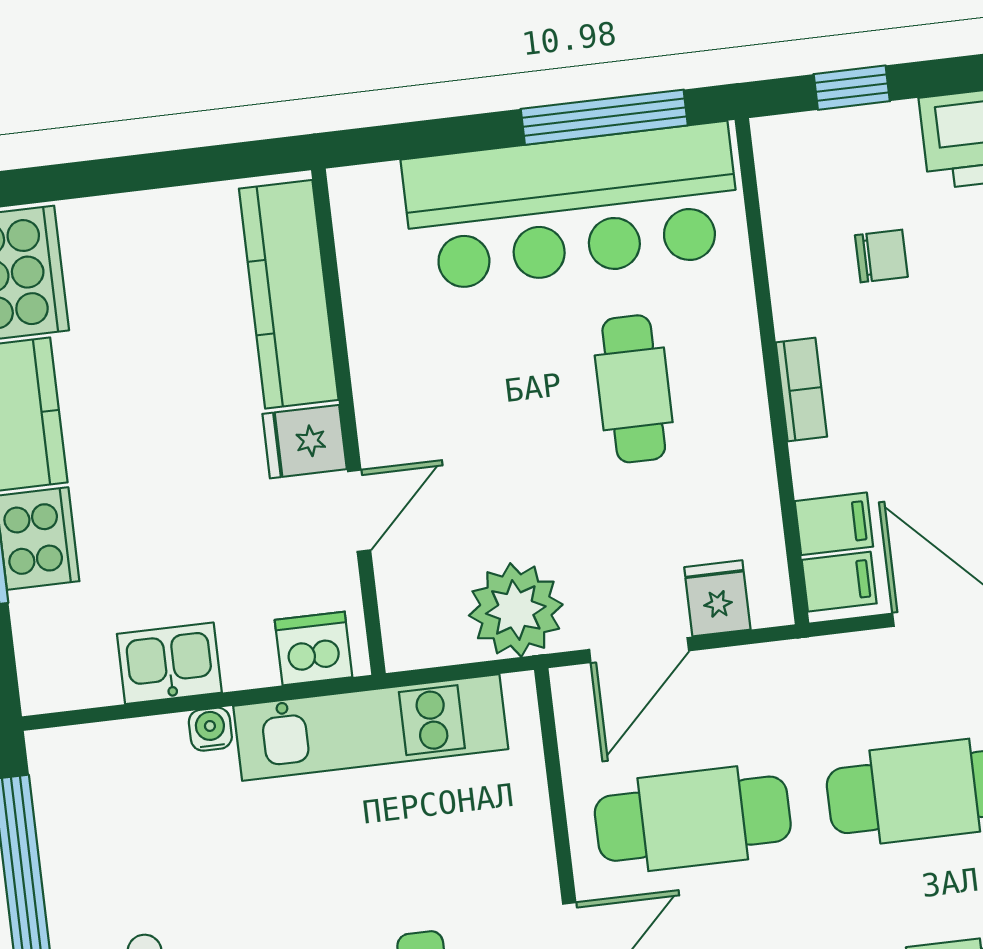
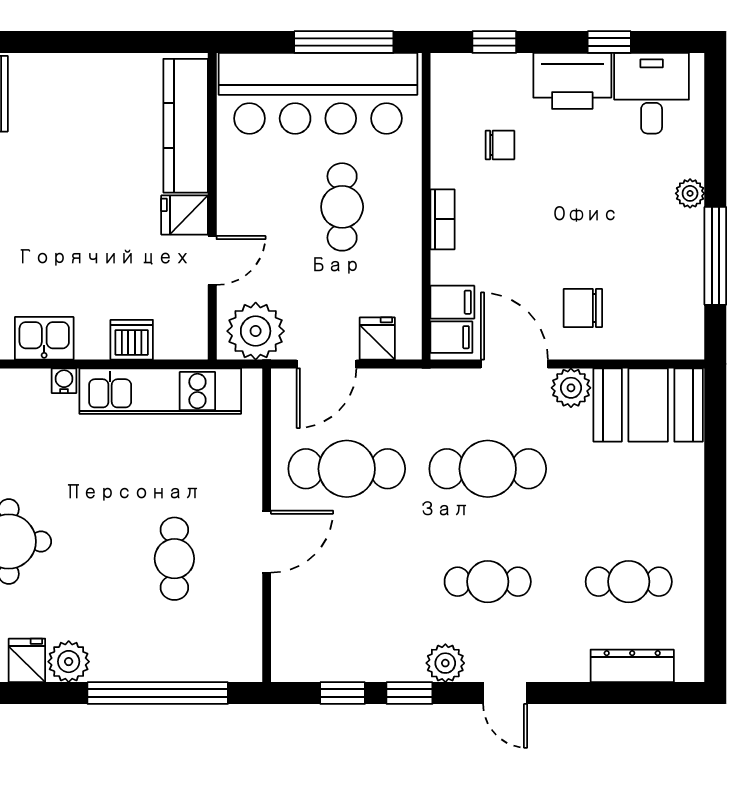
kitchen counter: (289, 294) -> (186, 126), moved
wall: (348, 422) -> (212, 206), moved
fridge: (305, 442) -> (185, 215), moved
door: (359, 511) -> (212, 260), moved

